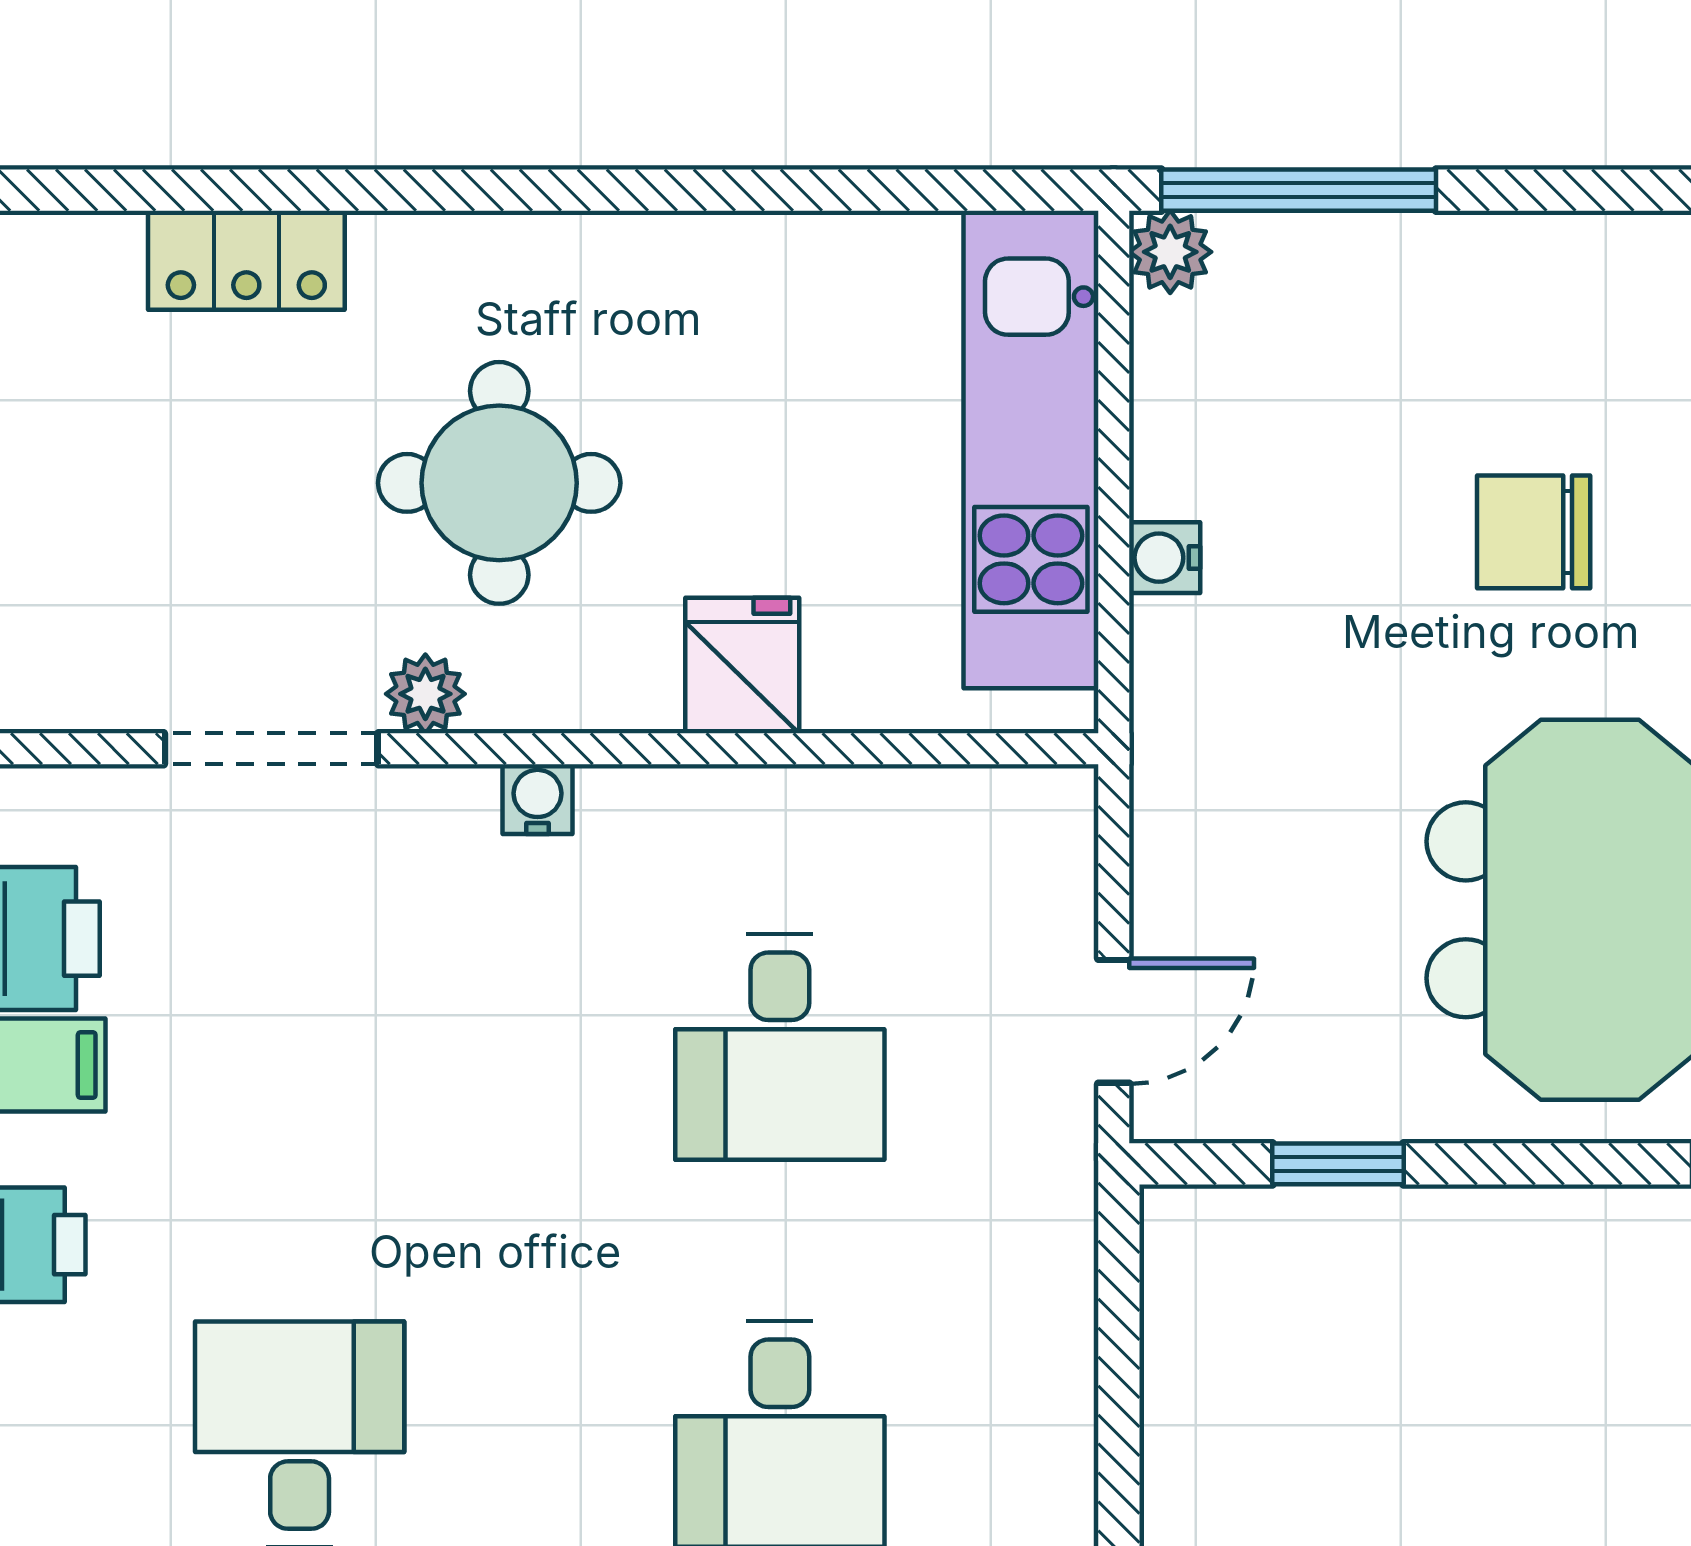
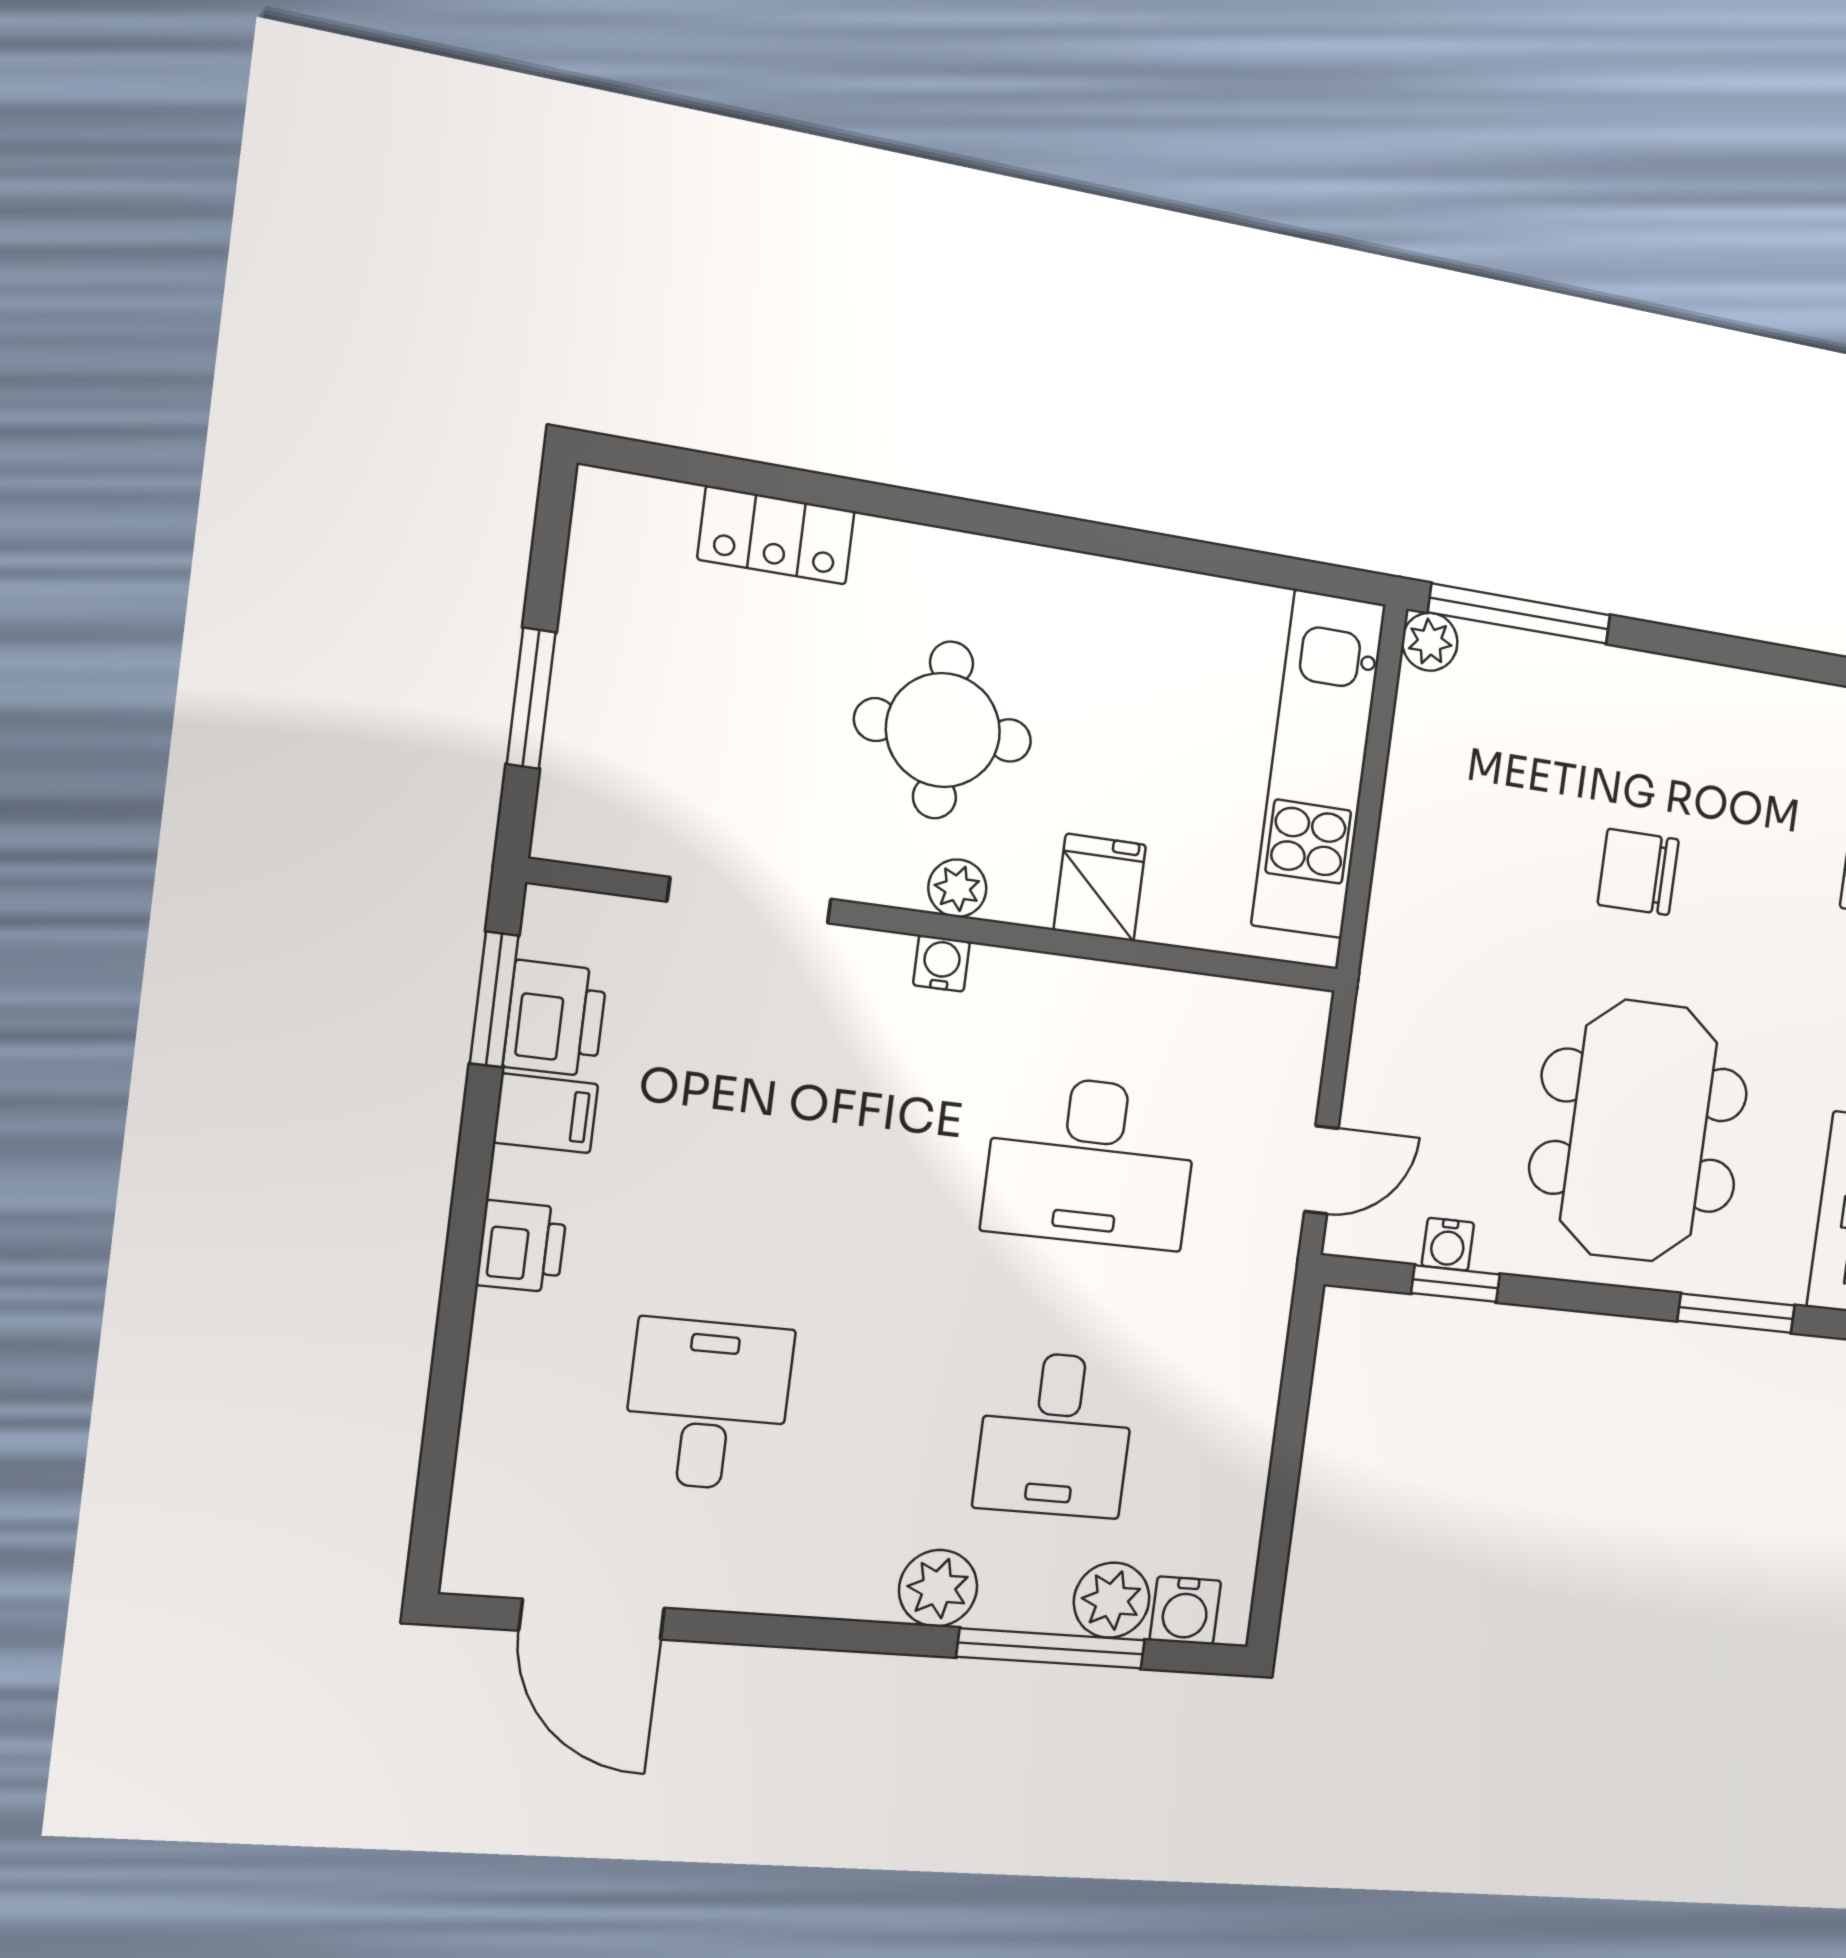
water cooler: (1165, 558) -> (1448, 1244), moved, turned -90
plant: (425, 694) -> (957, 888), moved
desk: (780, 1047) -> (1091, 1162), width x1.37

